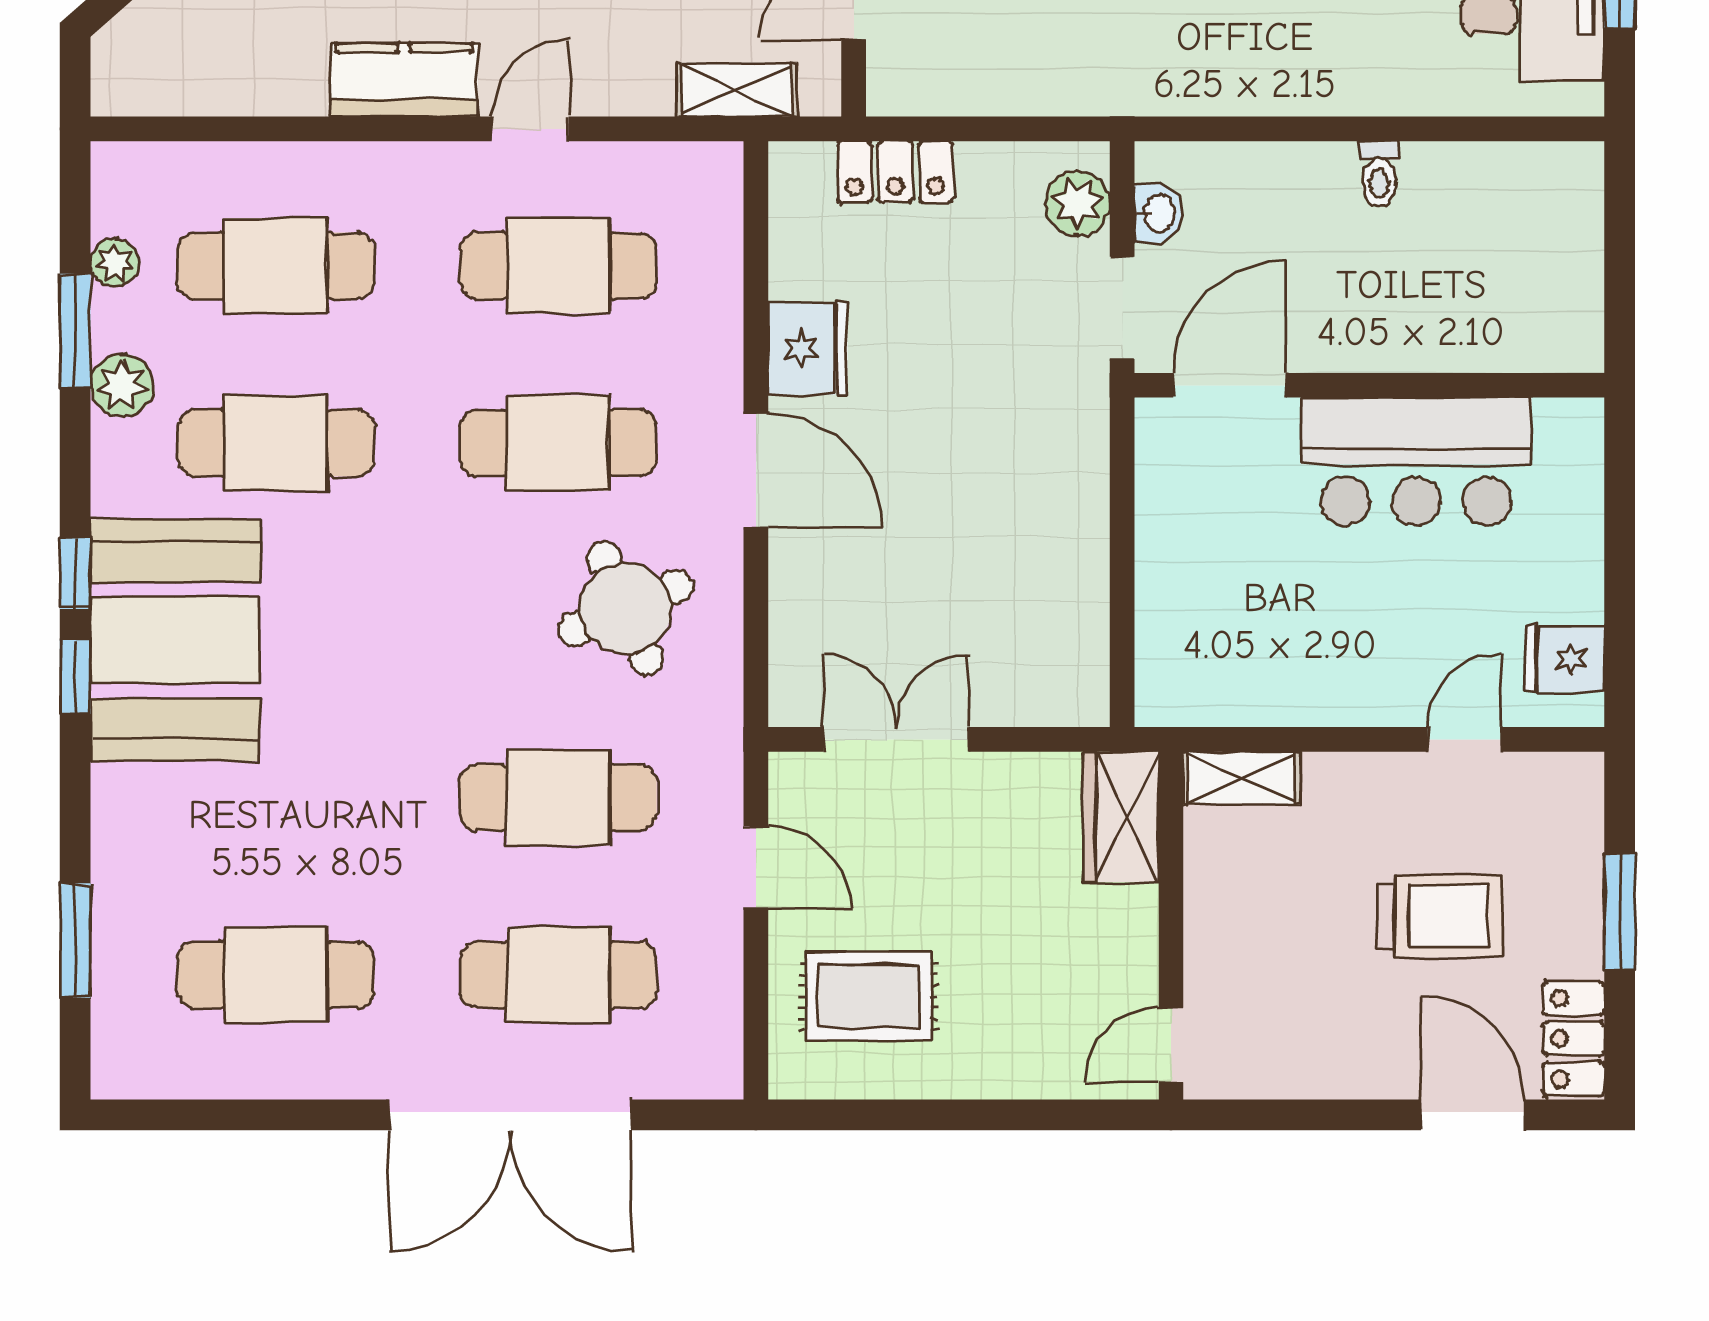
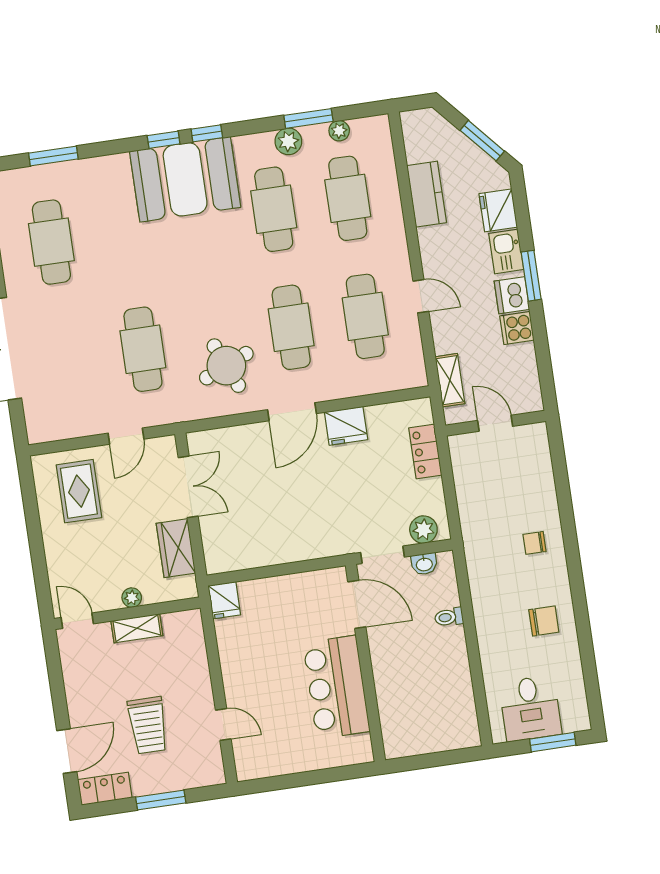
kitchen counter: (404, 80) -> (427, 194), moved
toilet: (1379, 174) -> (449, 617), moved
fridge: (1565, 659) -> (224, 600), moved, turned 180
shelving: (1242, 778) -> (137, 628), moved, turned 90
wardrobe: (1121, 817) -> (176, 548), moved, turned -90
plant: (1136, 910) -> (132, 598), added
cafe table: (558, 975) -> (69, 360), removed

